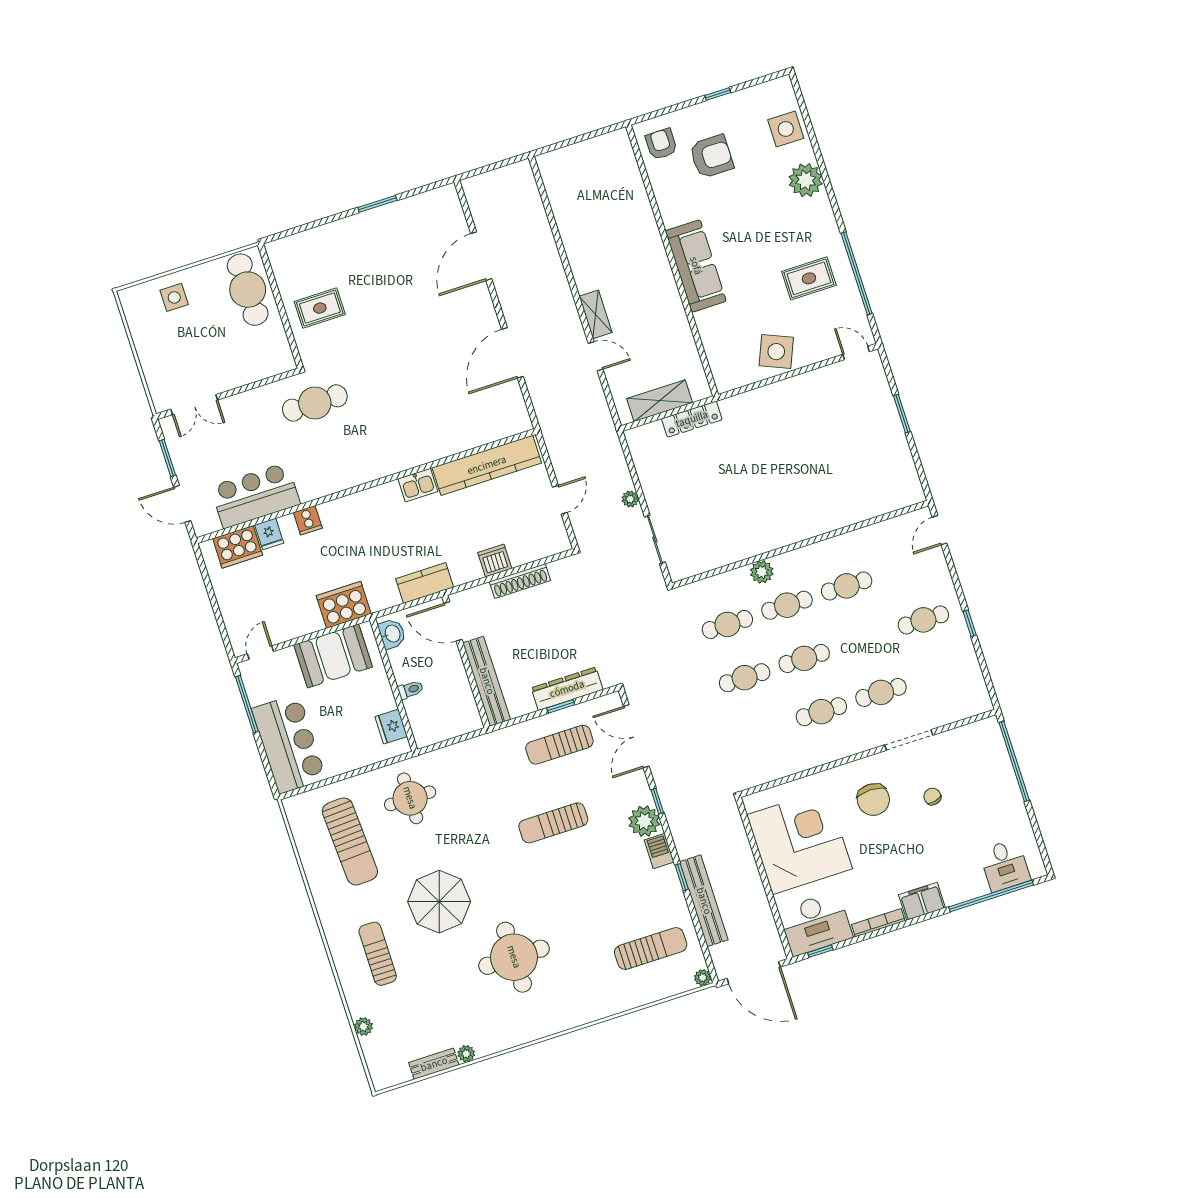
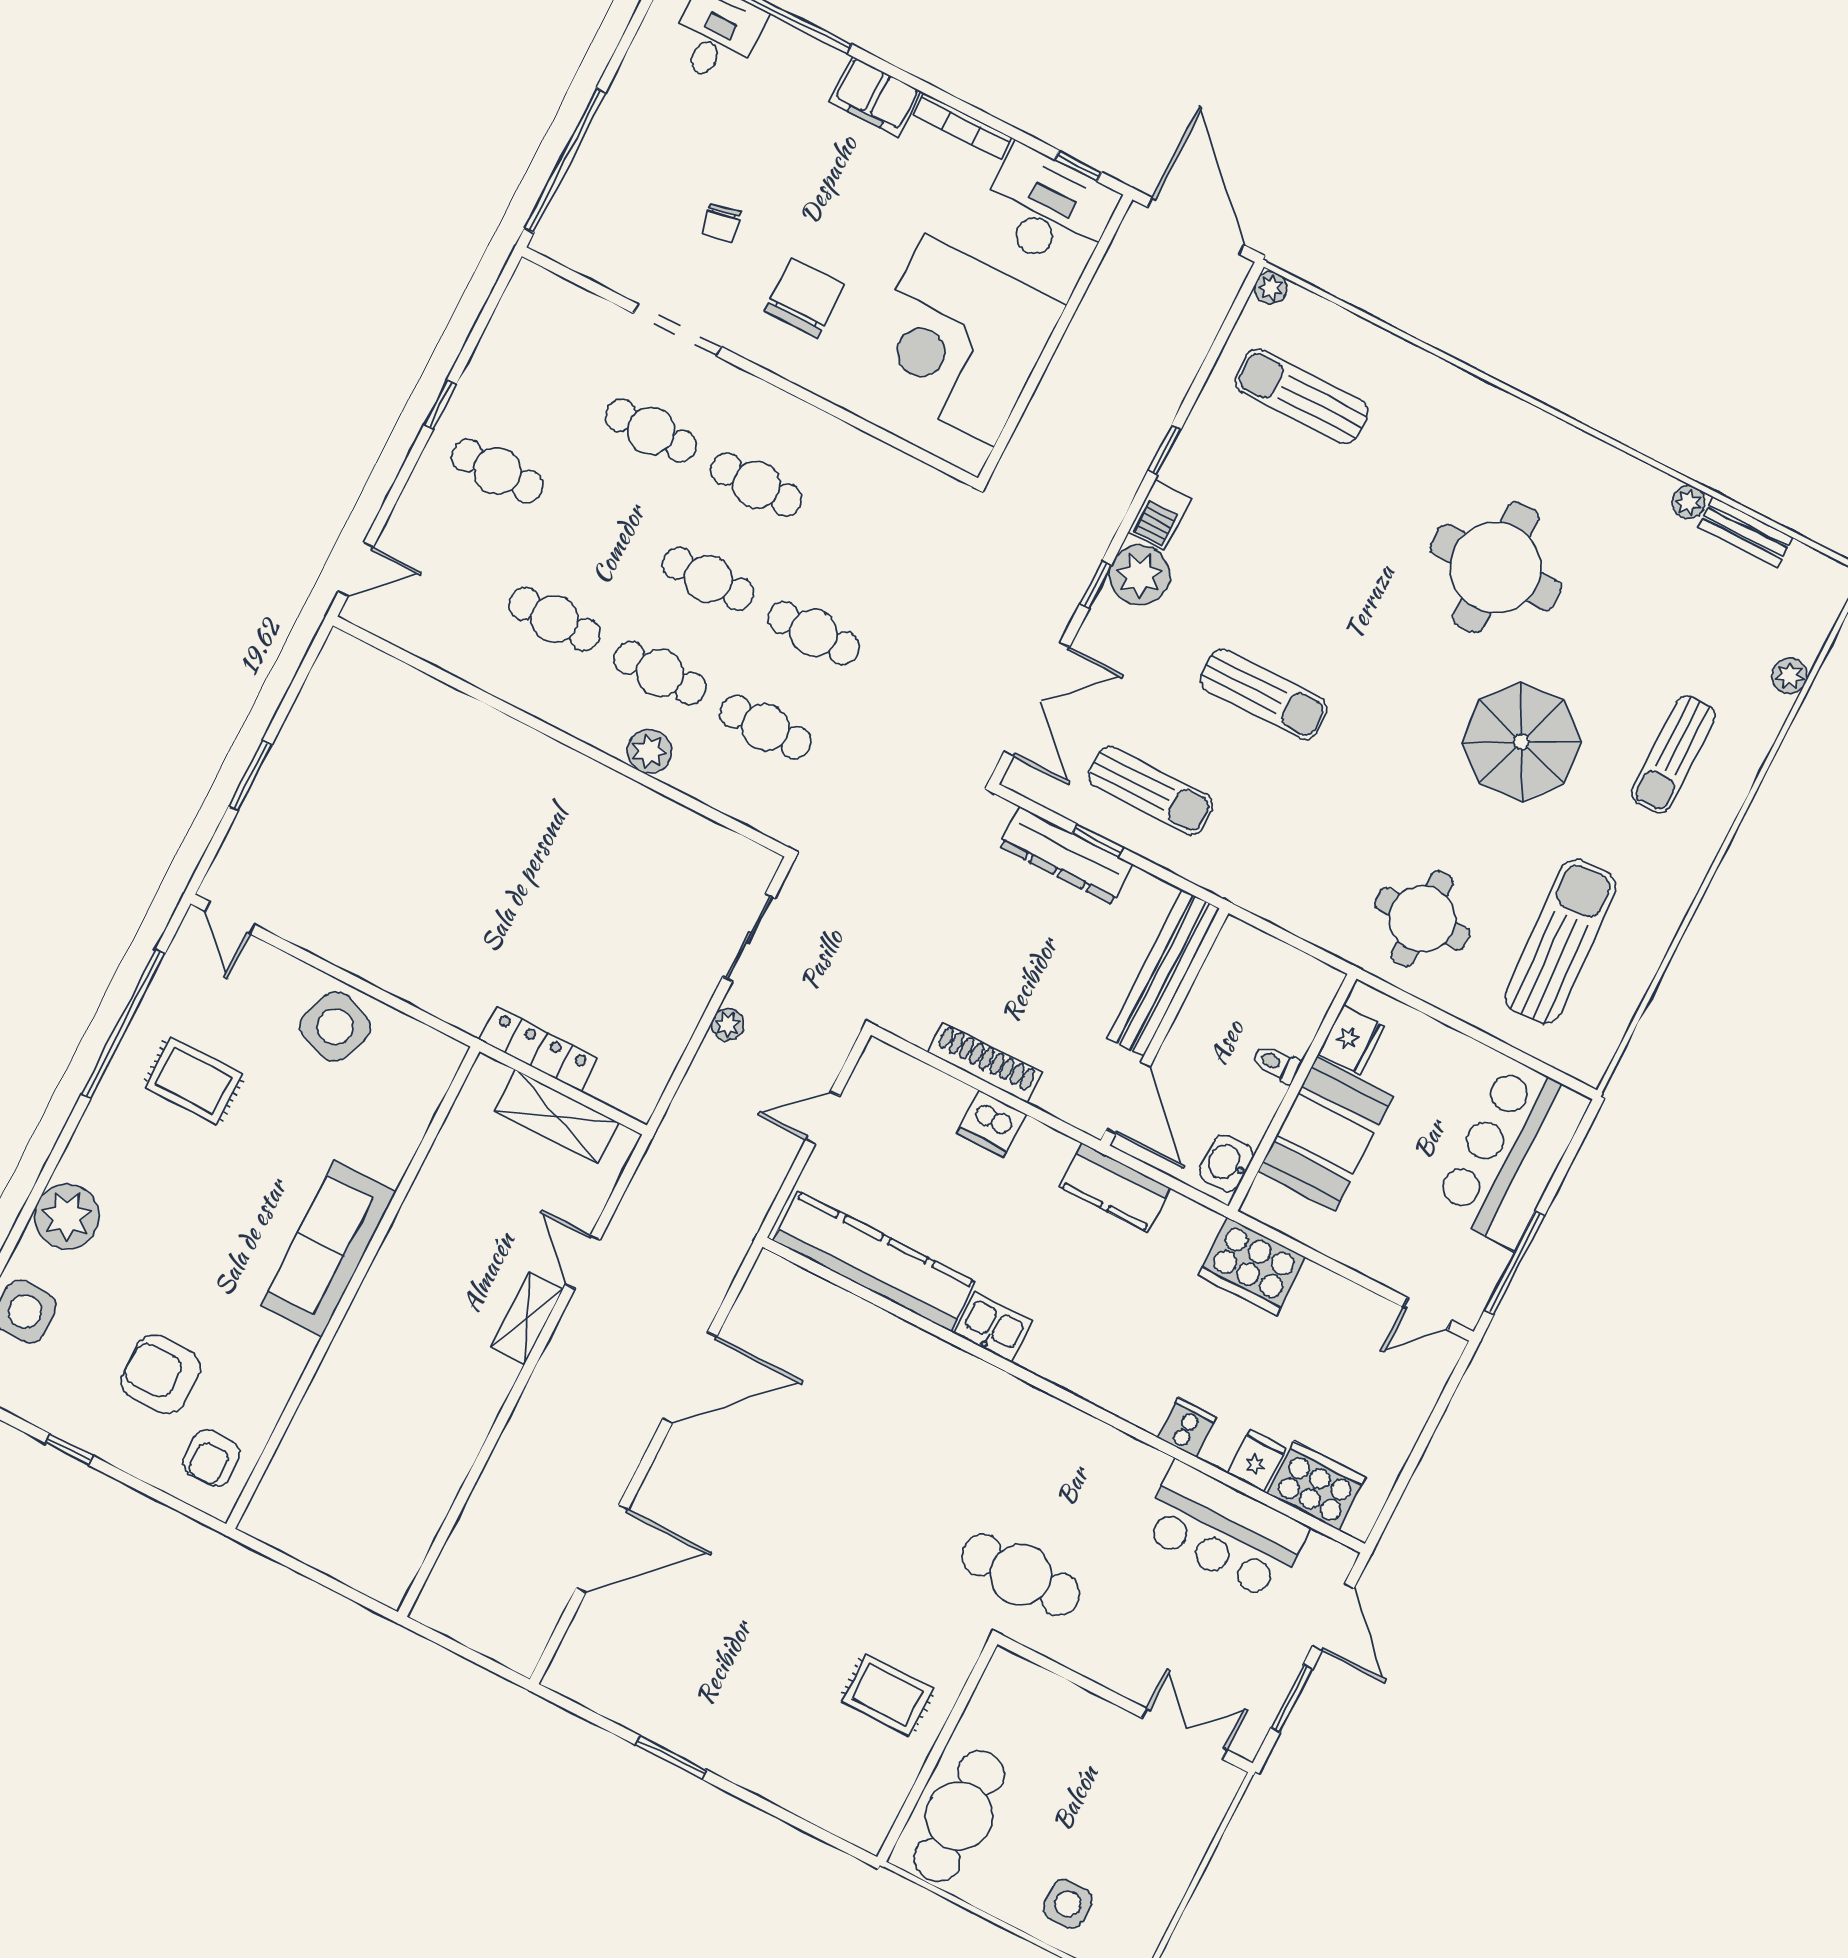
booth: (333, 656) -> (1325, 1134), moved, turned 90
bench: (704, 901) -> (1166, 389), removed

